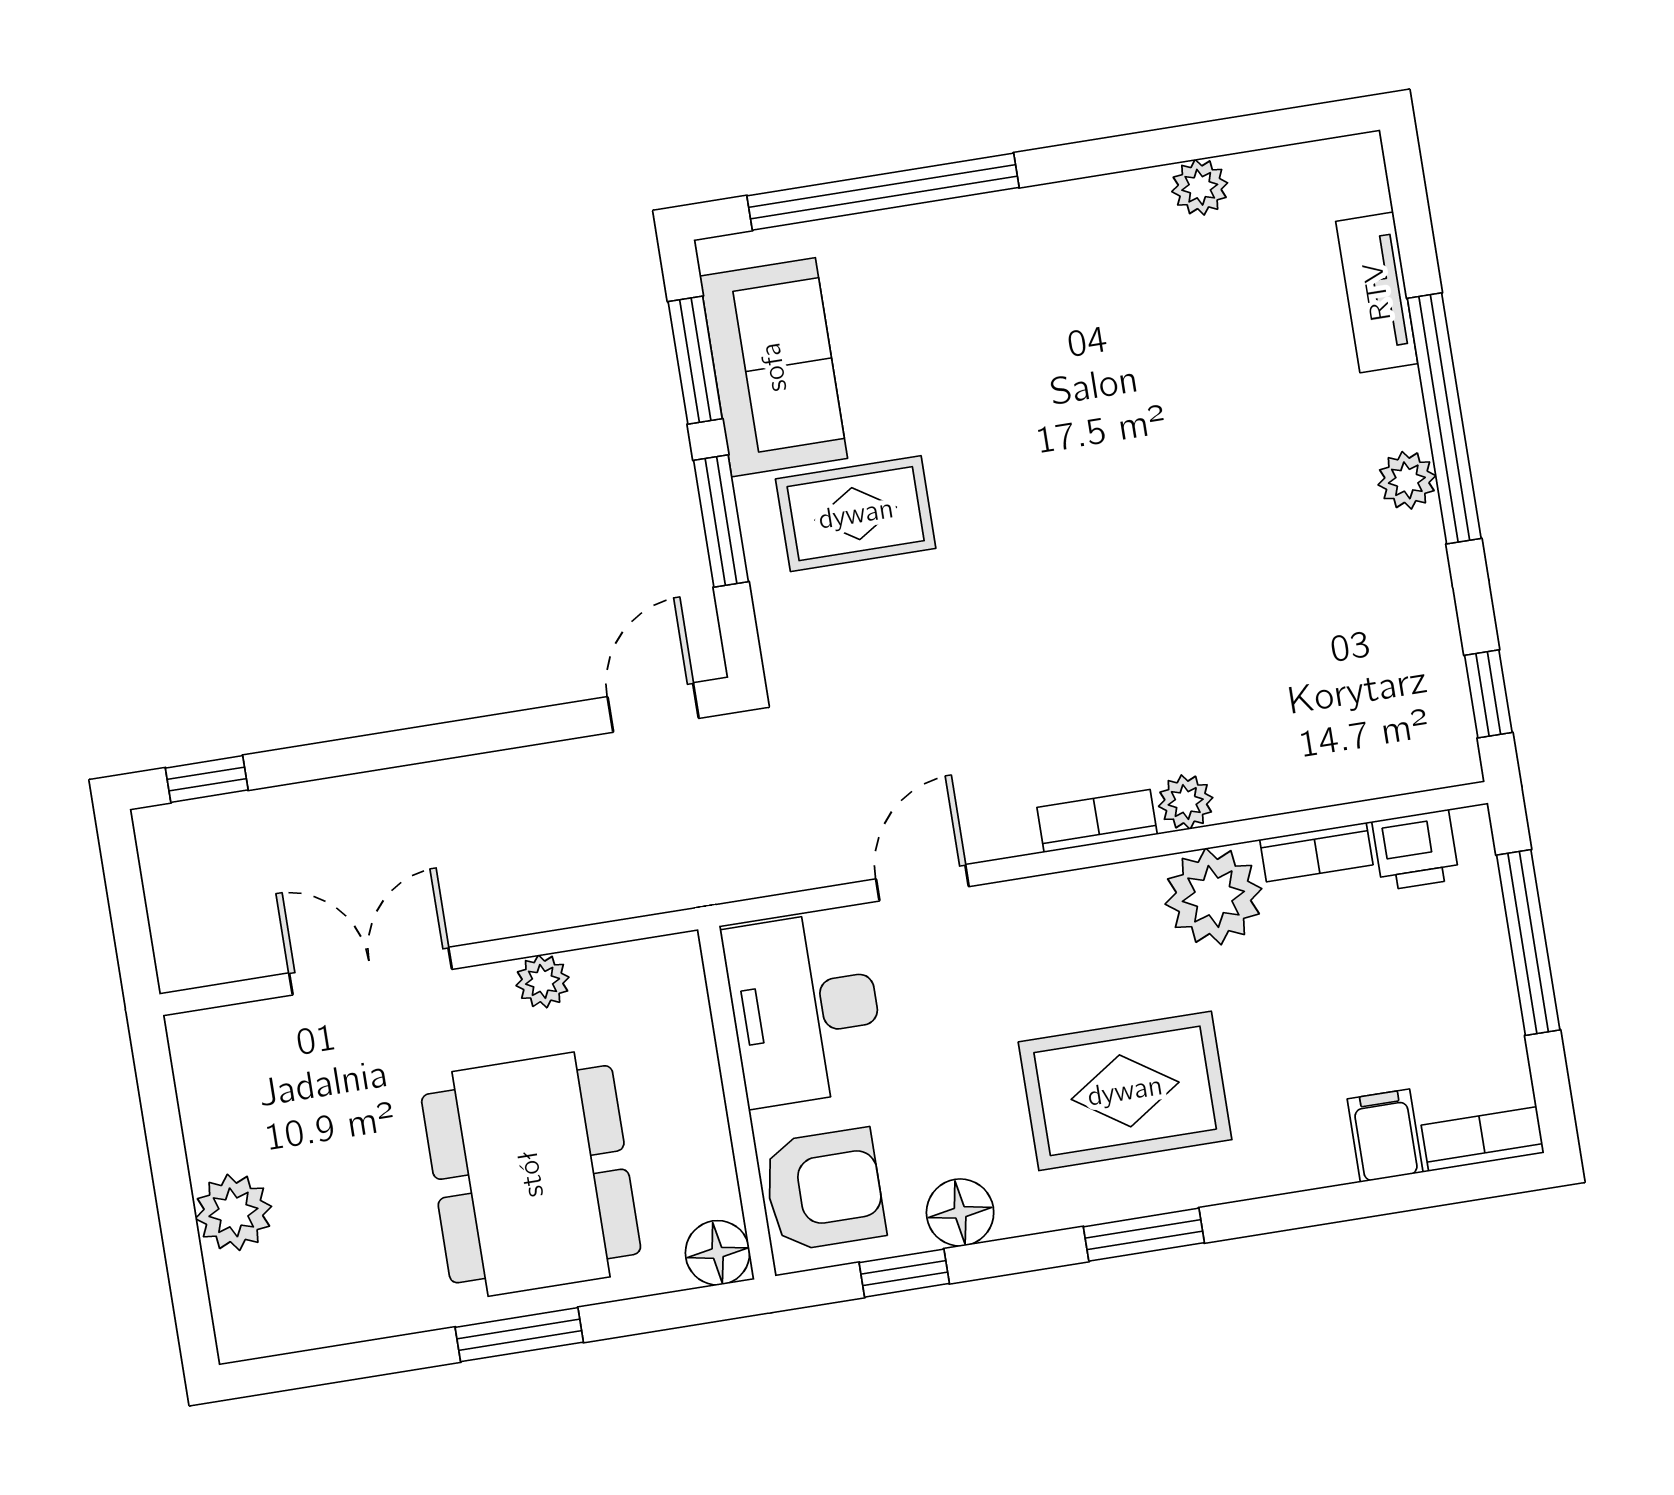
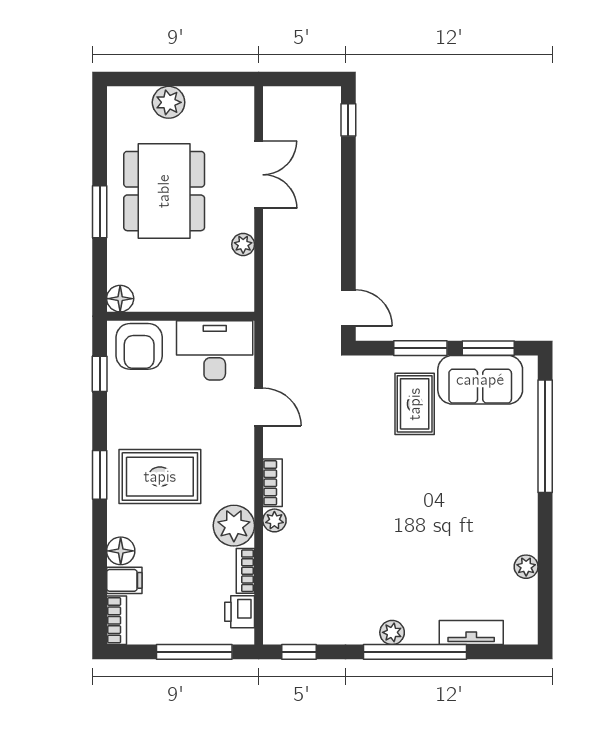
rug: (1125, 1091) -> (160, 477), turned 90
dining table: (531, 1174) -> (164, 191), moved, turned 90
floor lamp: (960, 1212) -> (121, 551), moved

